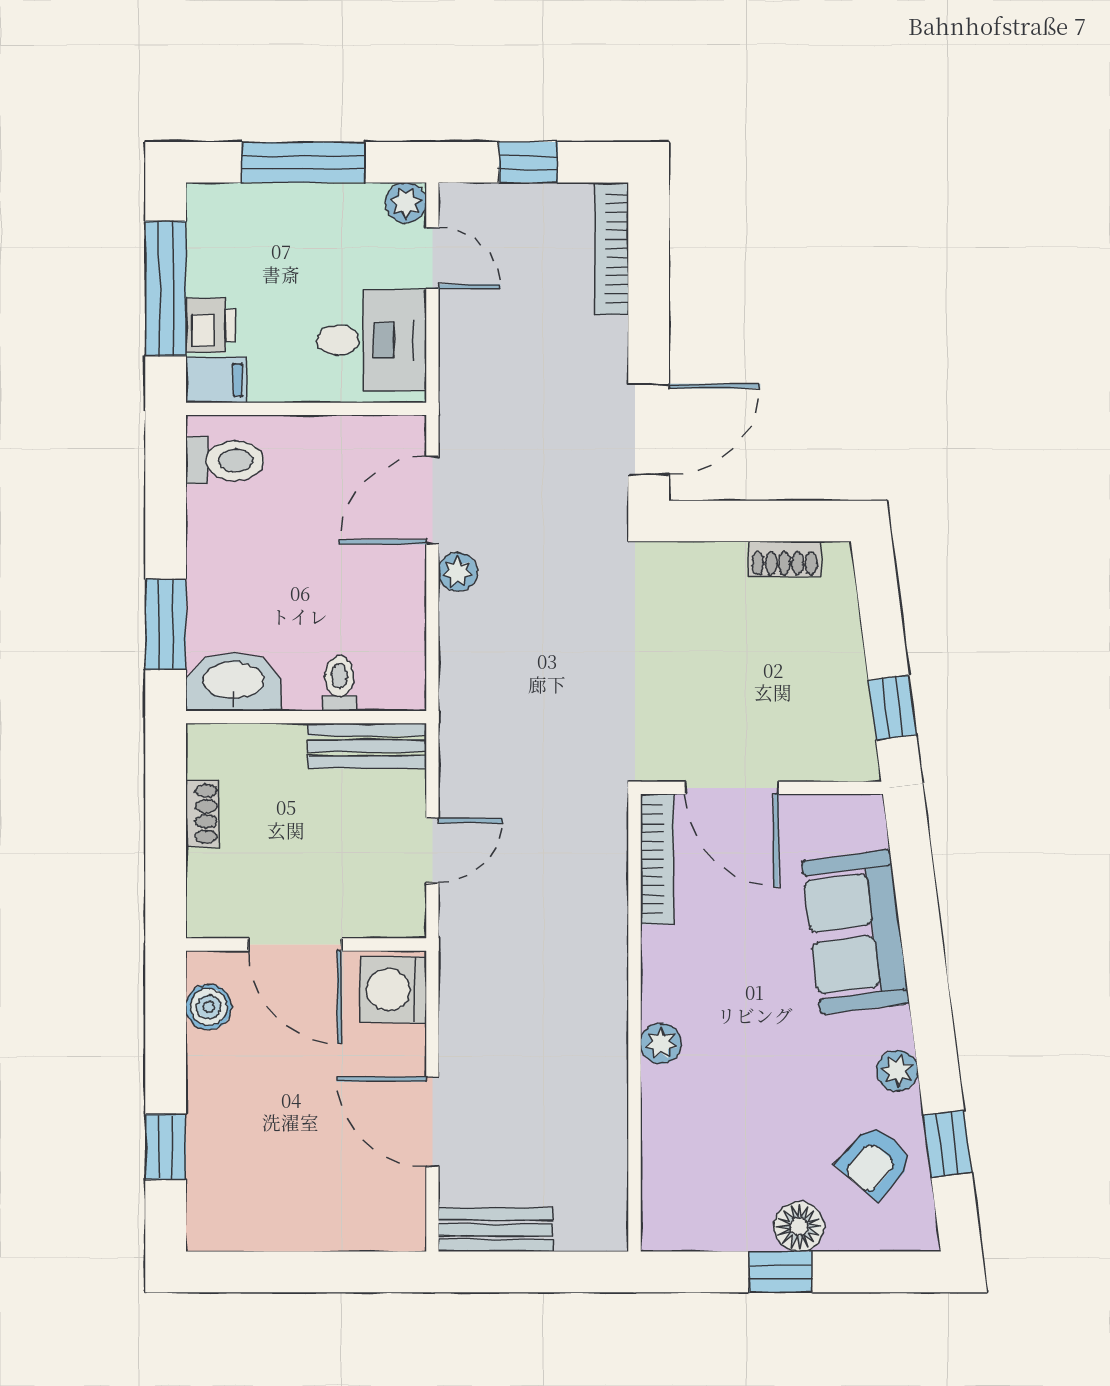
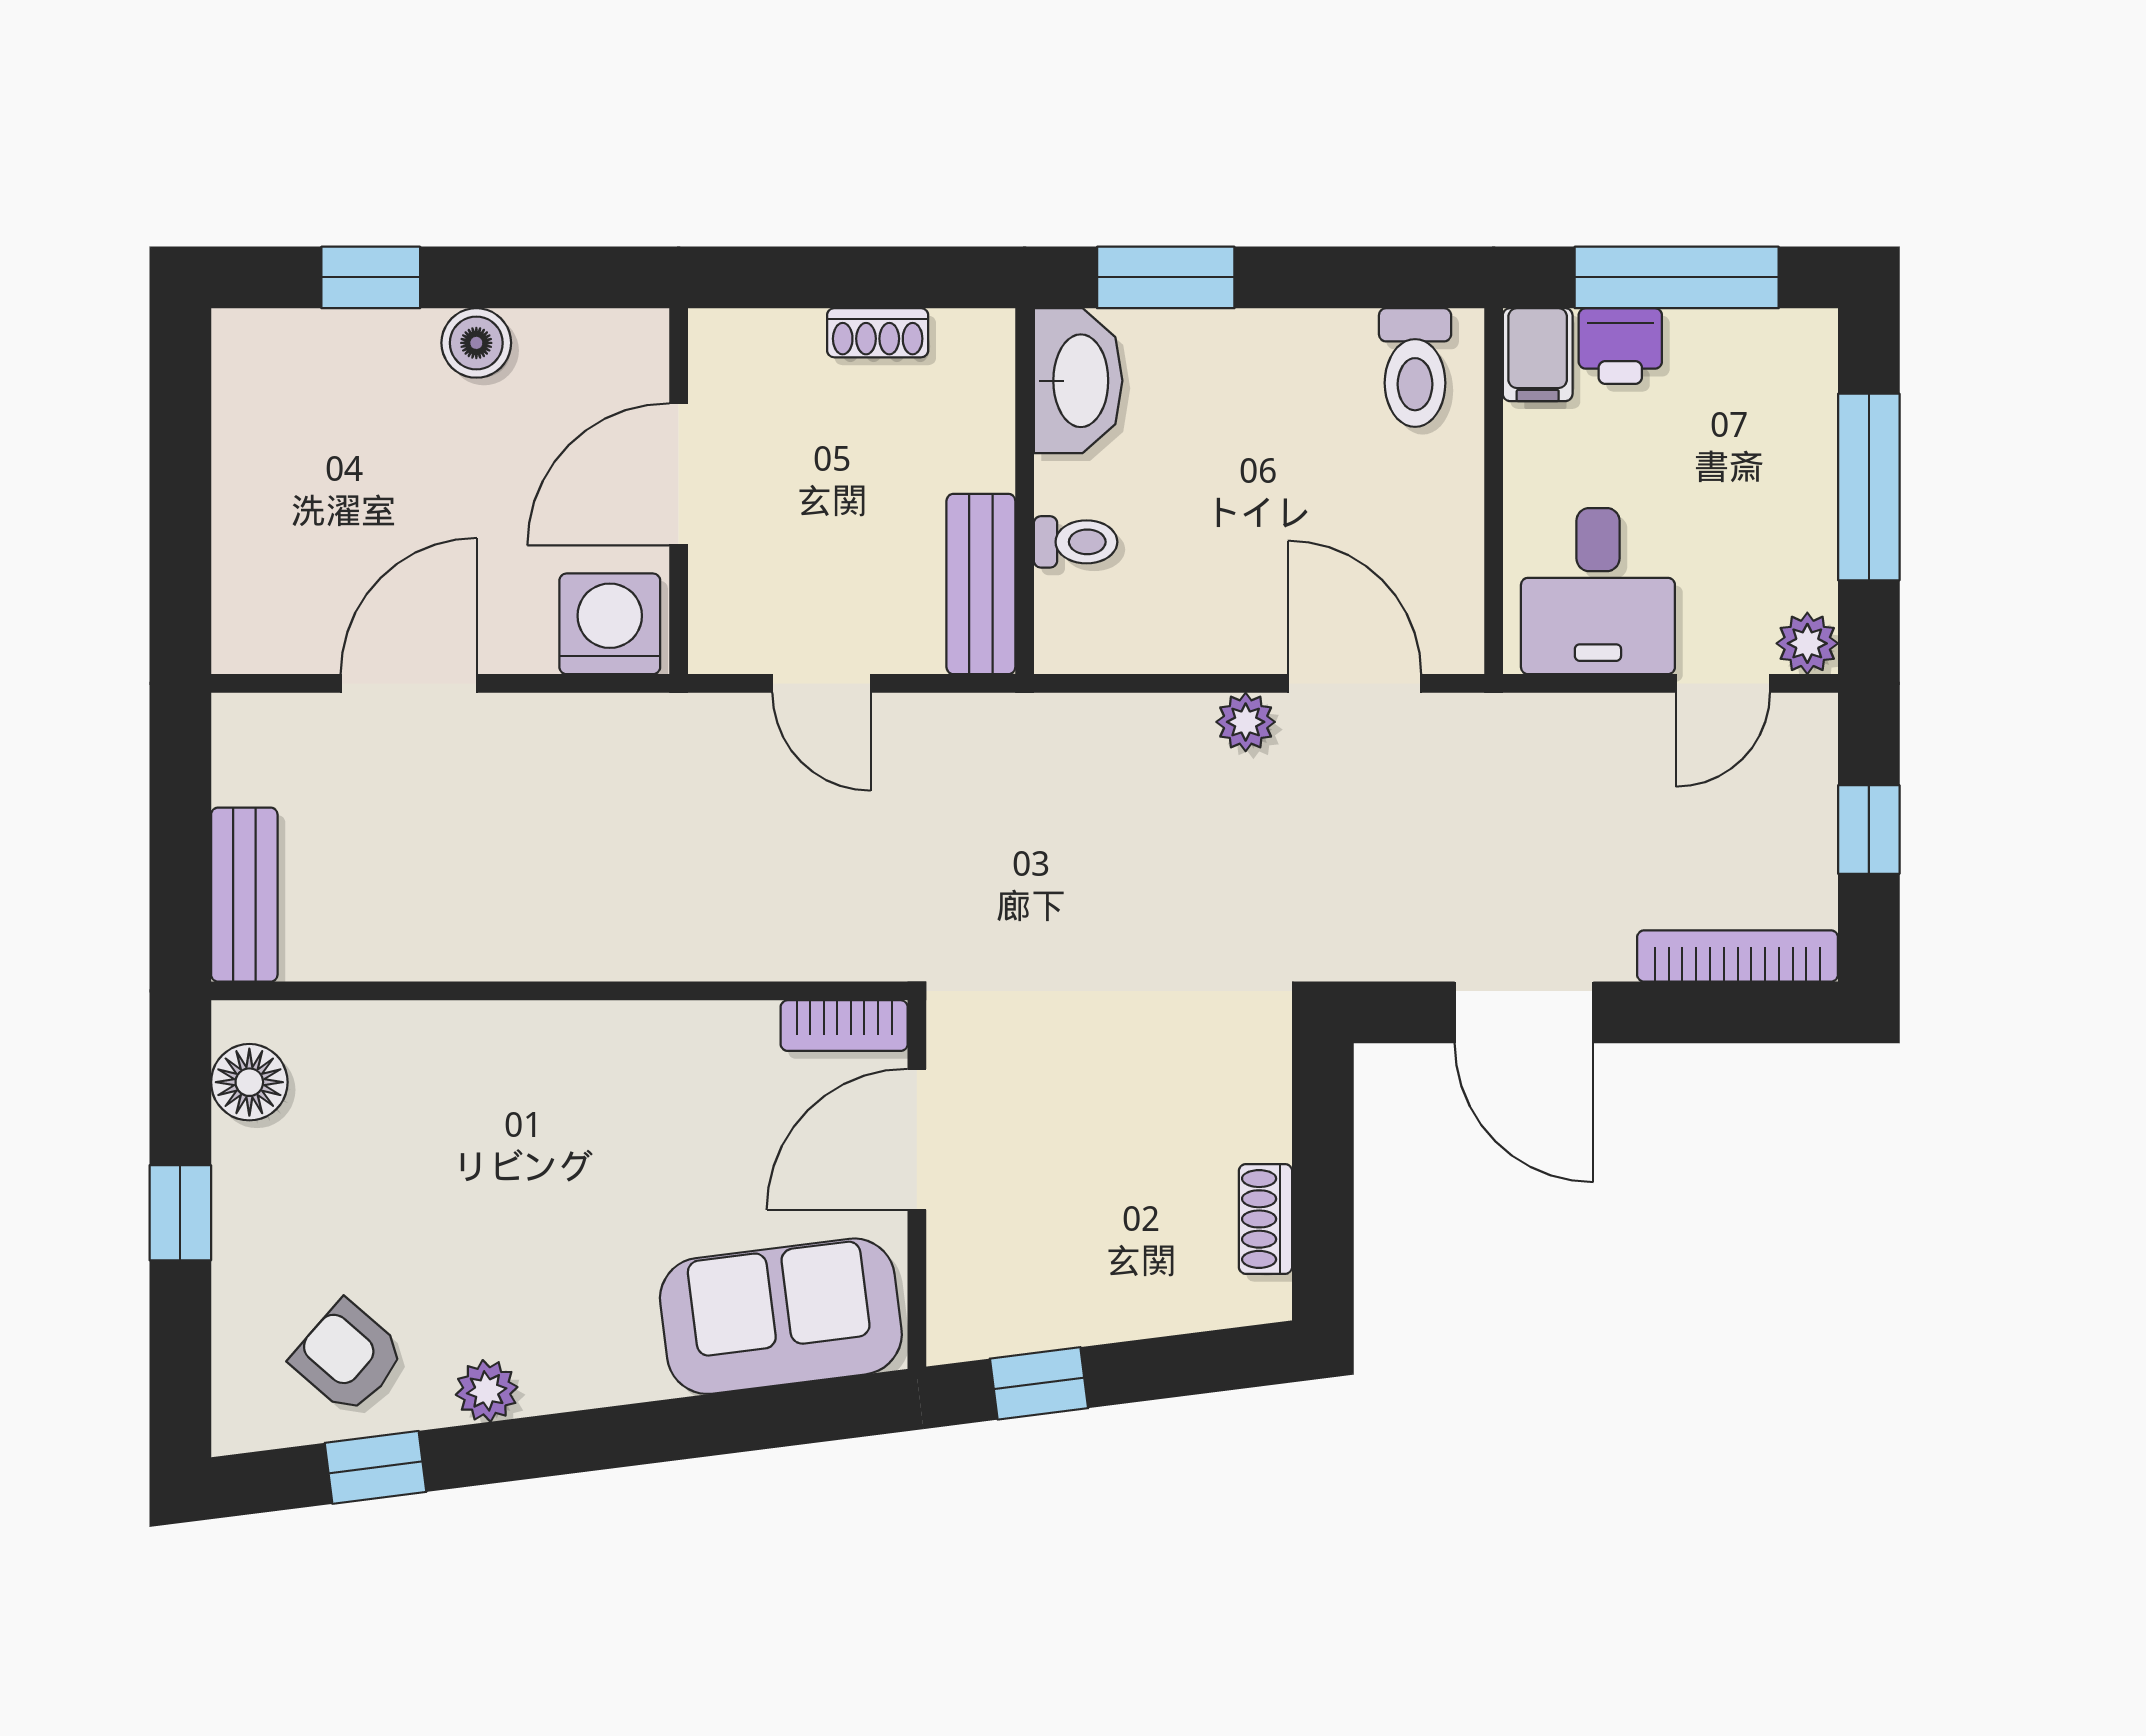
door: (649, 429) -> (1524, 1012), moved
bookcase: (657, 859) -> (844, 1026), width x0.64
sofa: (855, 932) -> (781, 1316), moved
boiler: (209, 1007) -> (476, 343), moved
plant: (661, 1043) -> (528, 1031), removed
floor lamp: (799, 1227) -> (249, 1082), moved
bench: (496, 1230) -> (244, 895), moved

